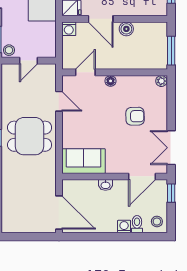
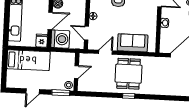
washing machine: (69, 29) -> (60, 39), width x1.89, depth x1.89
door: (28, 61) -> (76, 72), hinge flipped
sofa: (83, 161) -> (133, 43), moved, turned 90

